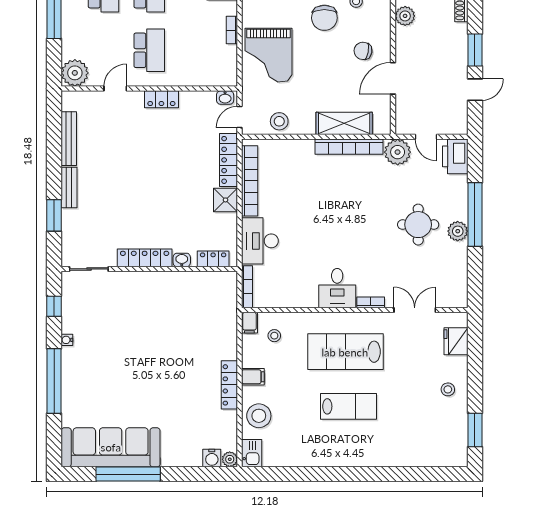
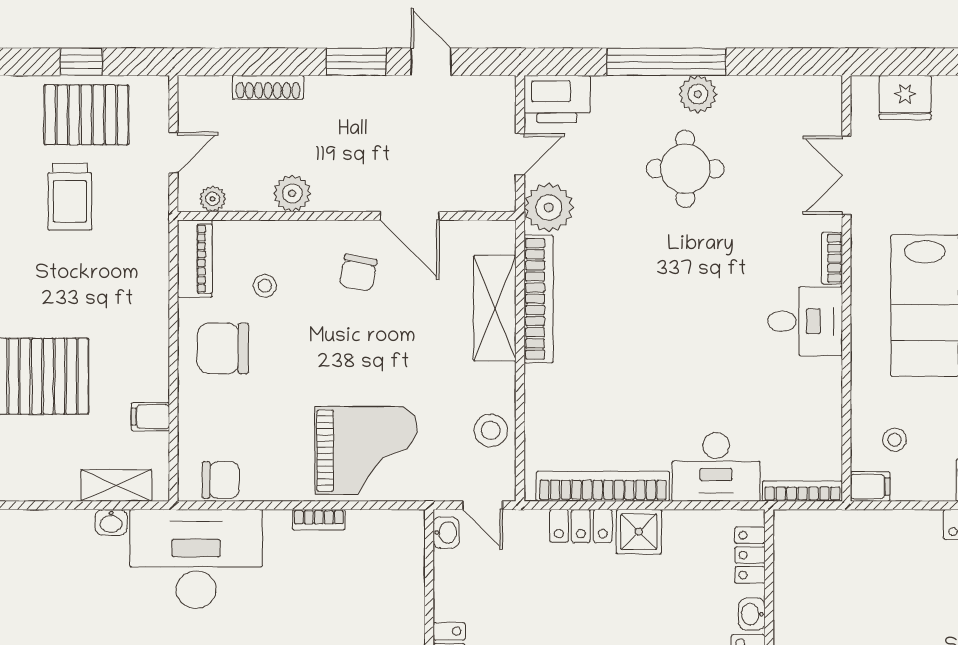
chair: (324, 18) -> (296, 345), removed
locker: (229, 160) -> (581, 526), width x0.66

